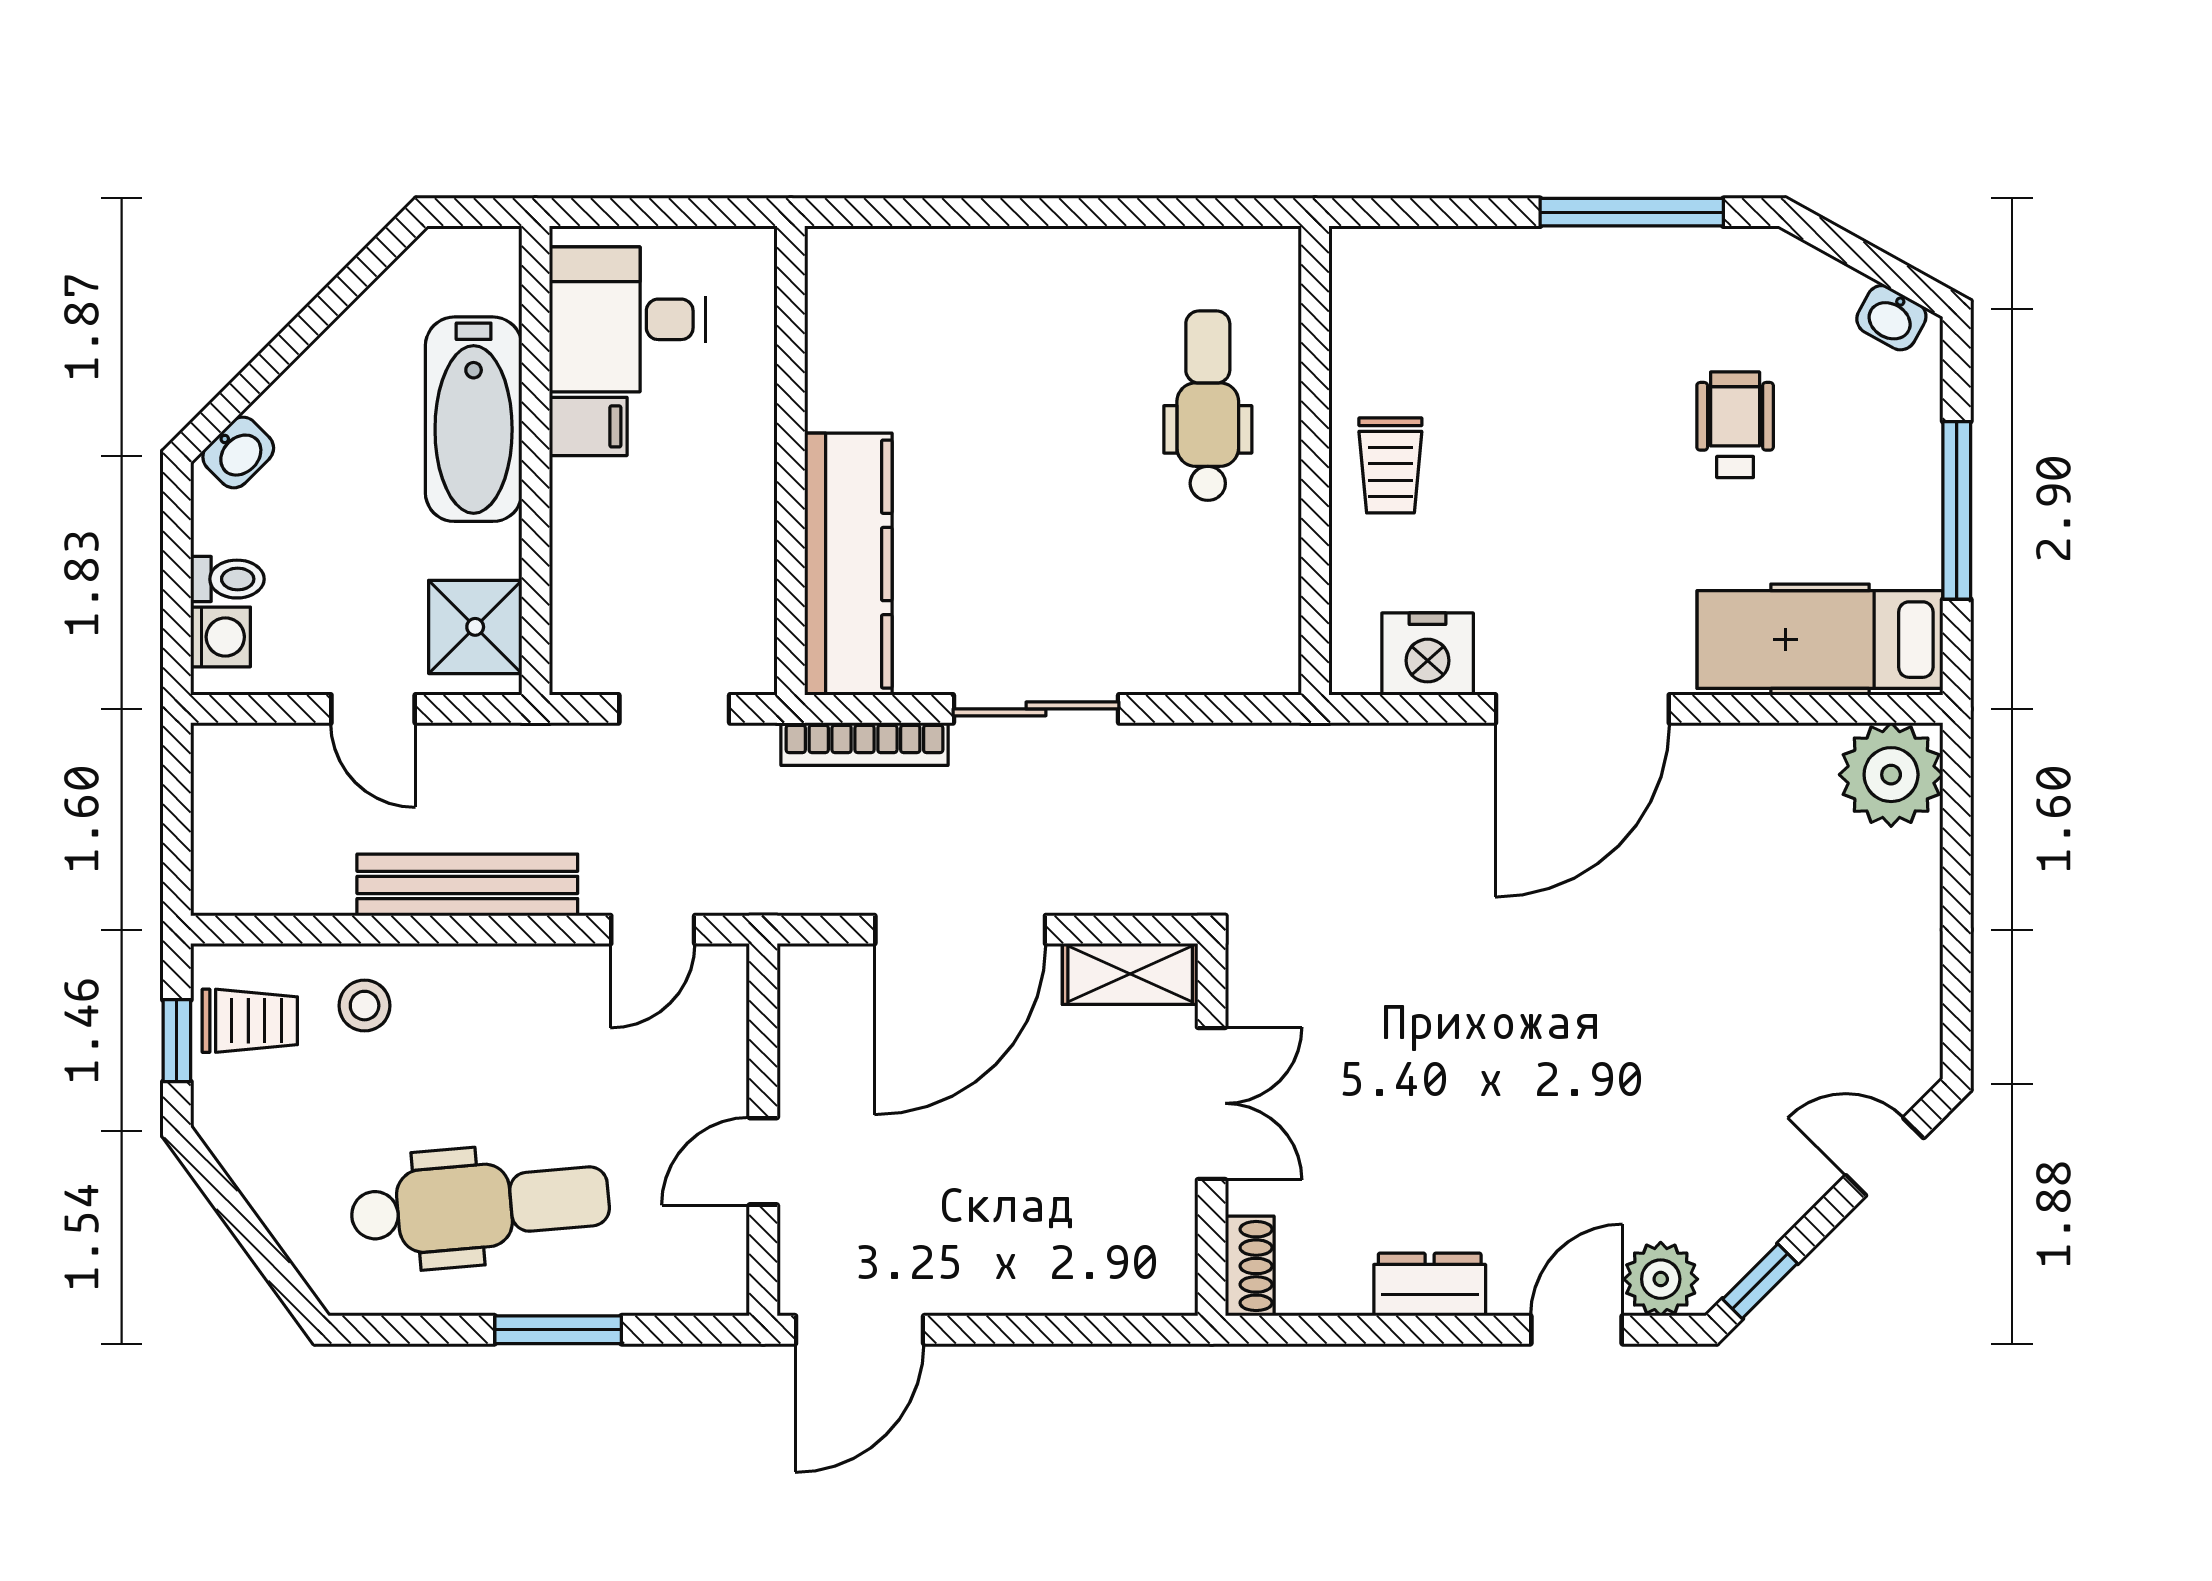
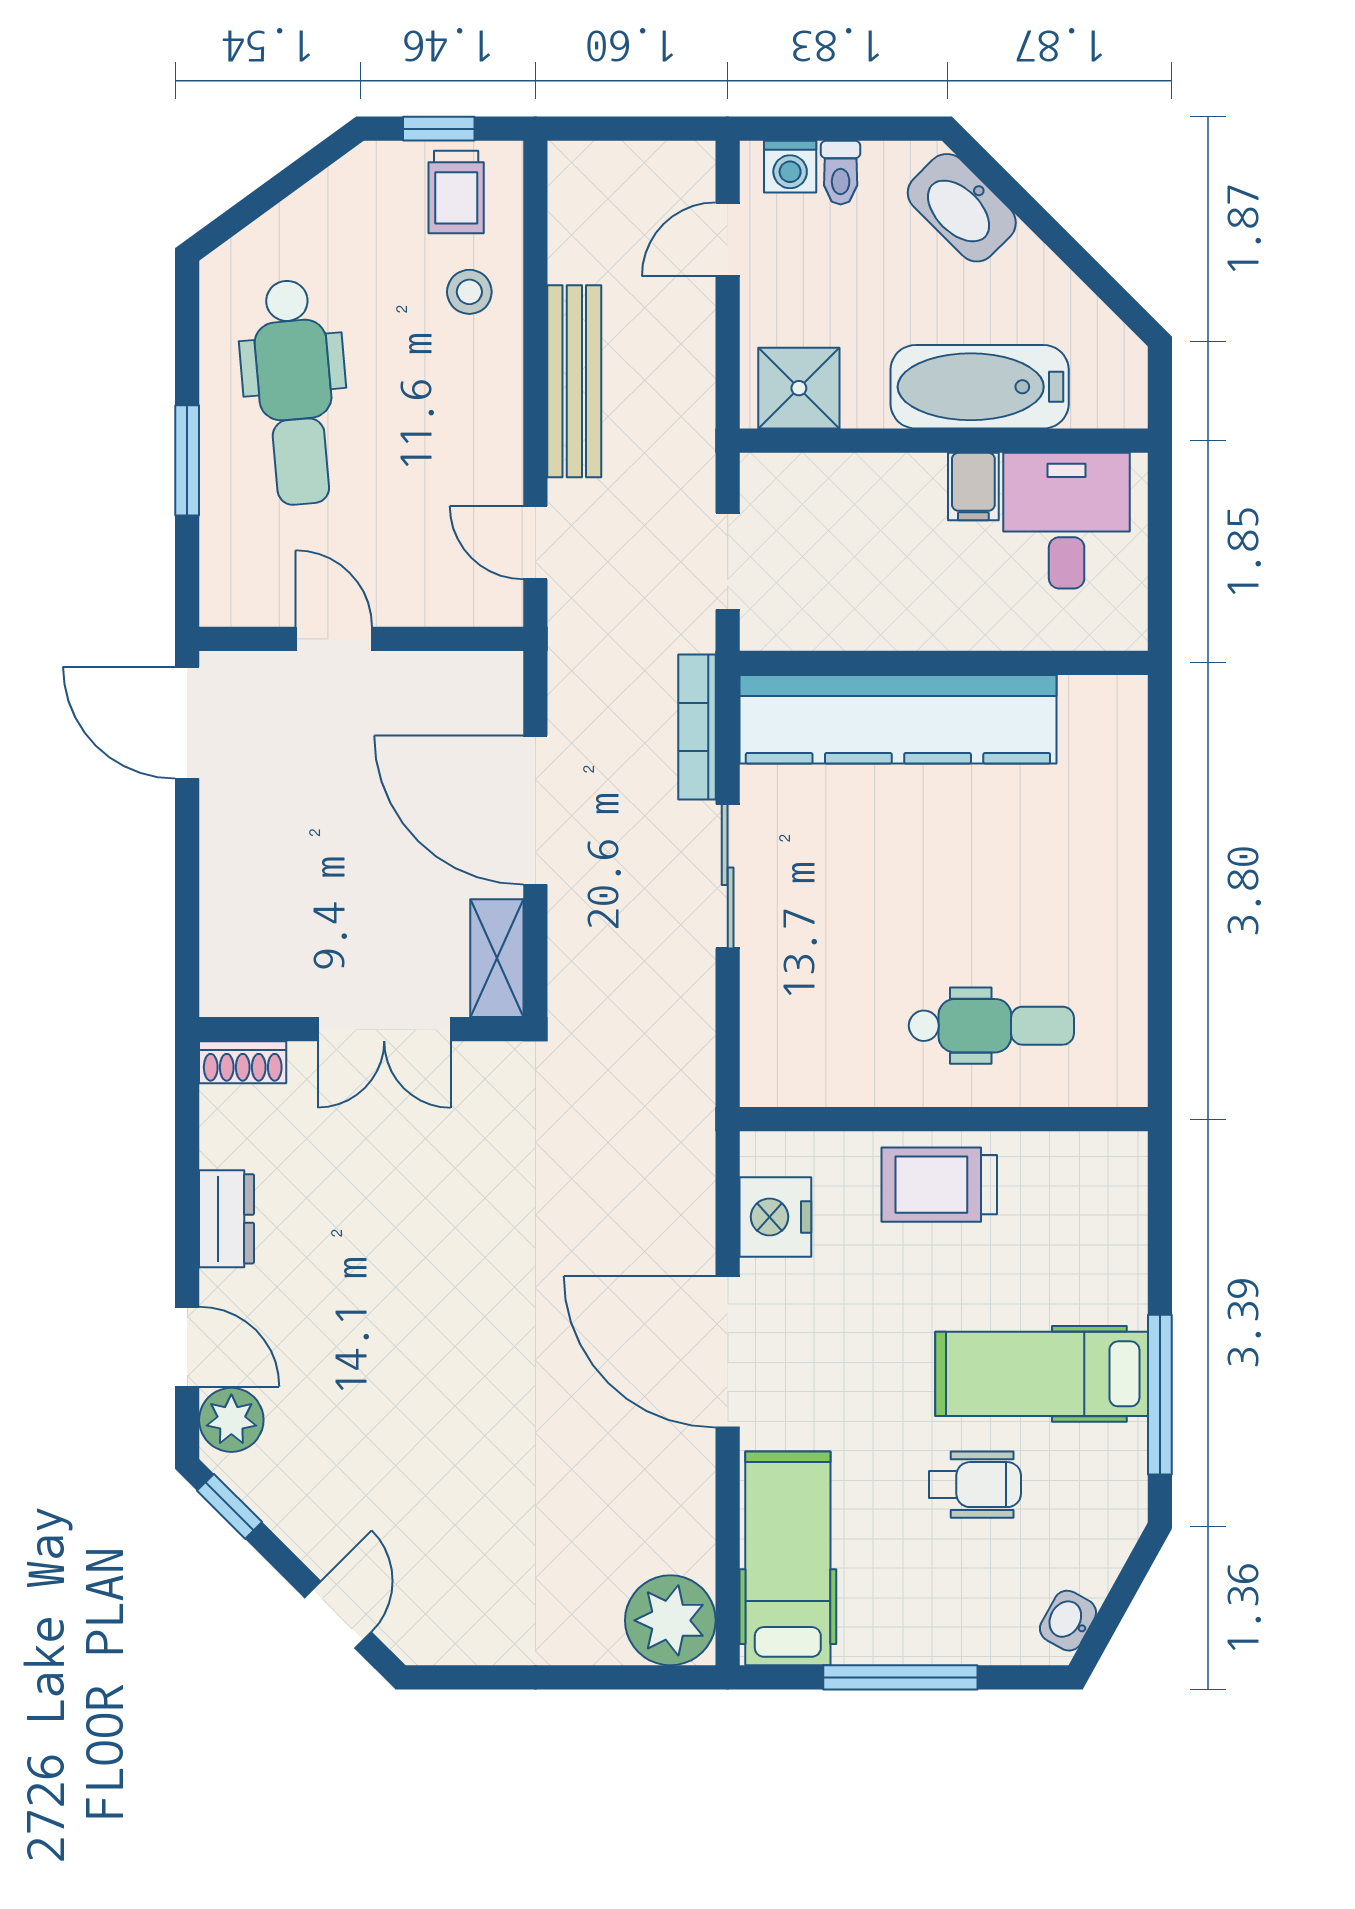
hospital bed: (1608, 348) -> (1042, 1374), added
washbasin: (238, 452) -> (962, 208), width x1.91, depth x1.45
trolley: (1390, 465) -> (939, 1185), width x1.36, depth x1.39
kitchen counter: (848, 564) -> (898, 719), width x1.39, depth x1.17
door: (373, 709) -> (728, 239), moved

